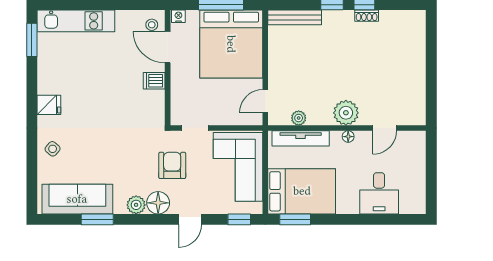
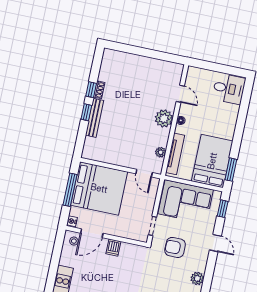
bench: (295, 17) -> (95, 118), moved
desk: (379, 193) -> (229, 89), moved
floor lamp: (158, 203) -> (199, 263), removed

